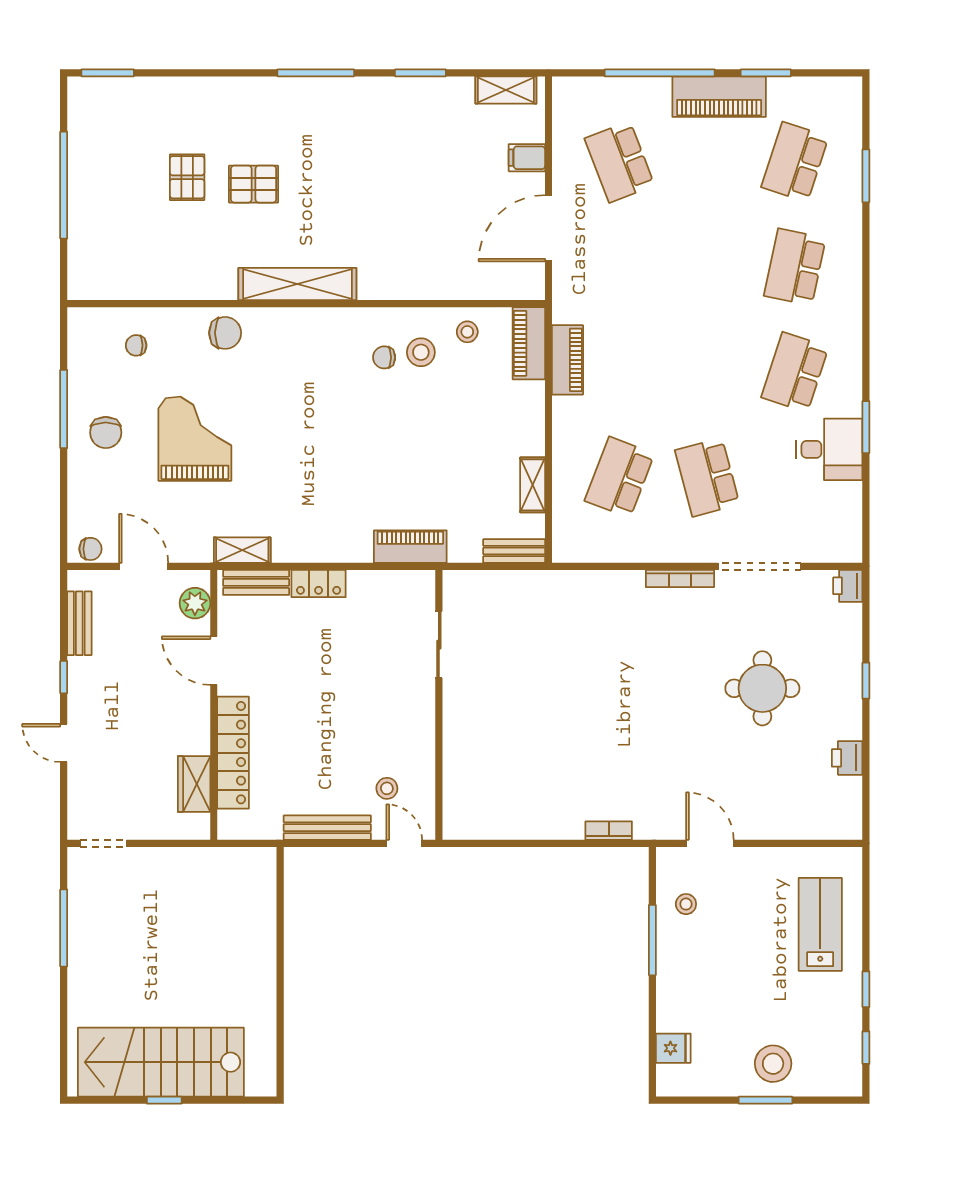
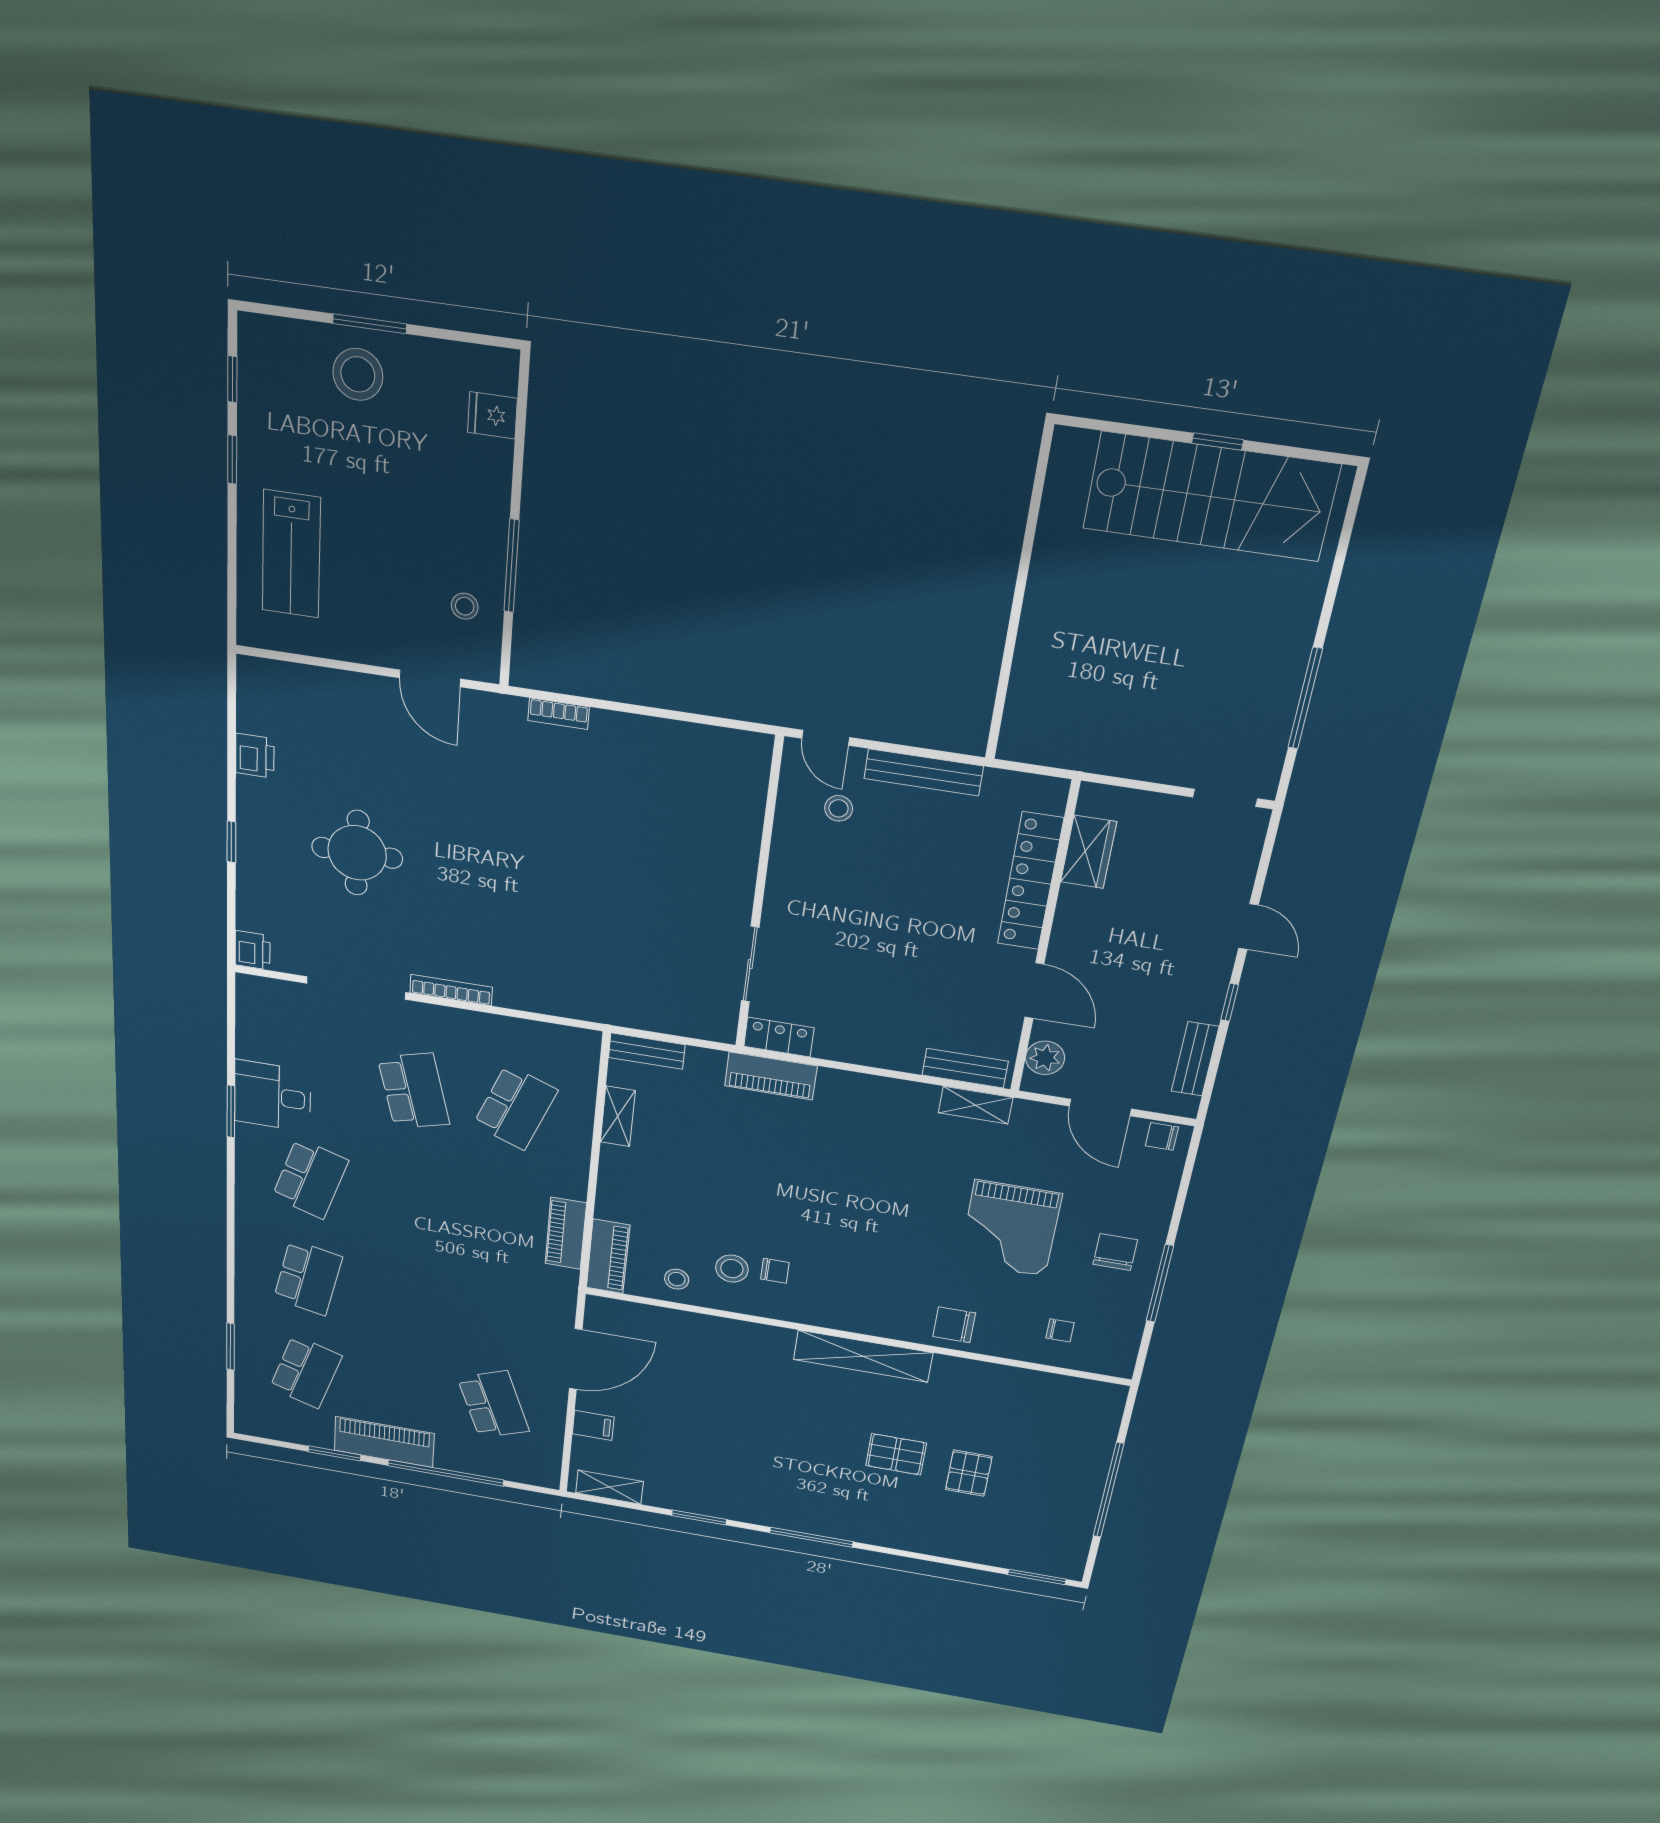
locker: (319, 583) -> (779, 1037), moved

